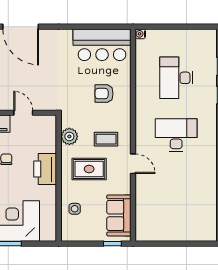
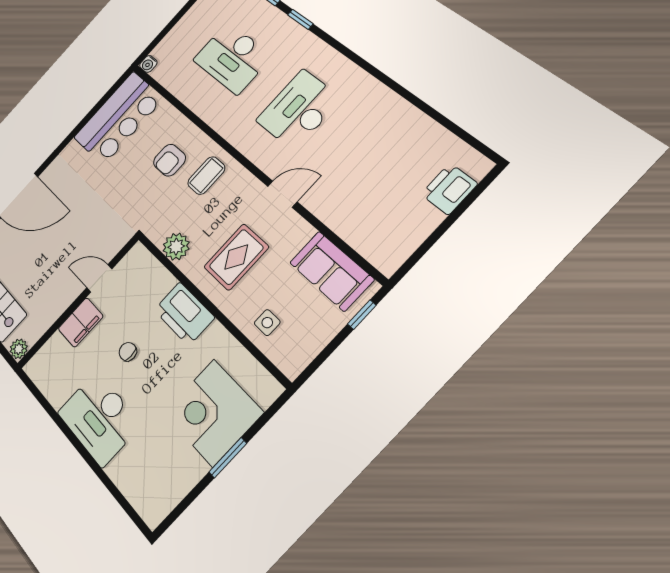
coffee table: (106, 139) -> (206, 176), moved
printer: (192, 232) -> (449, 189), added

